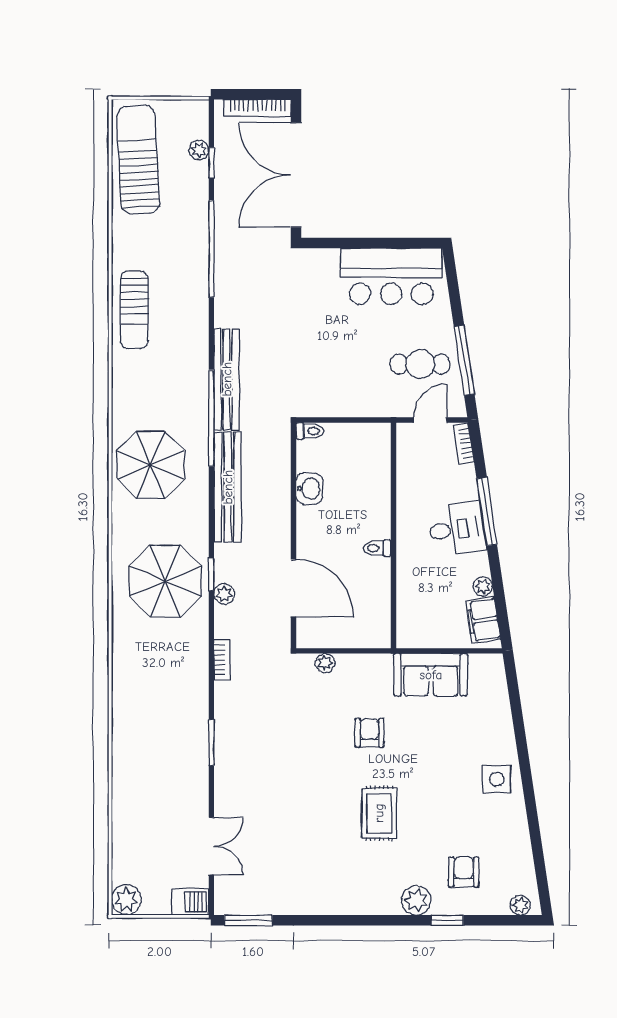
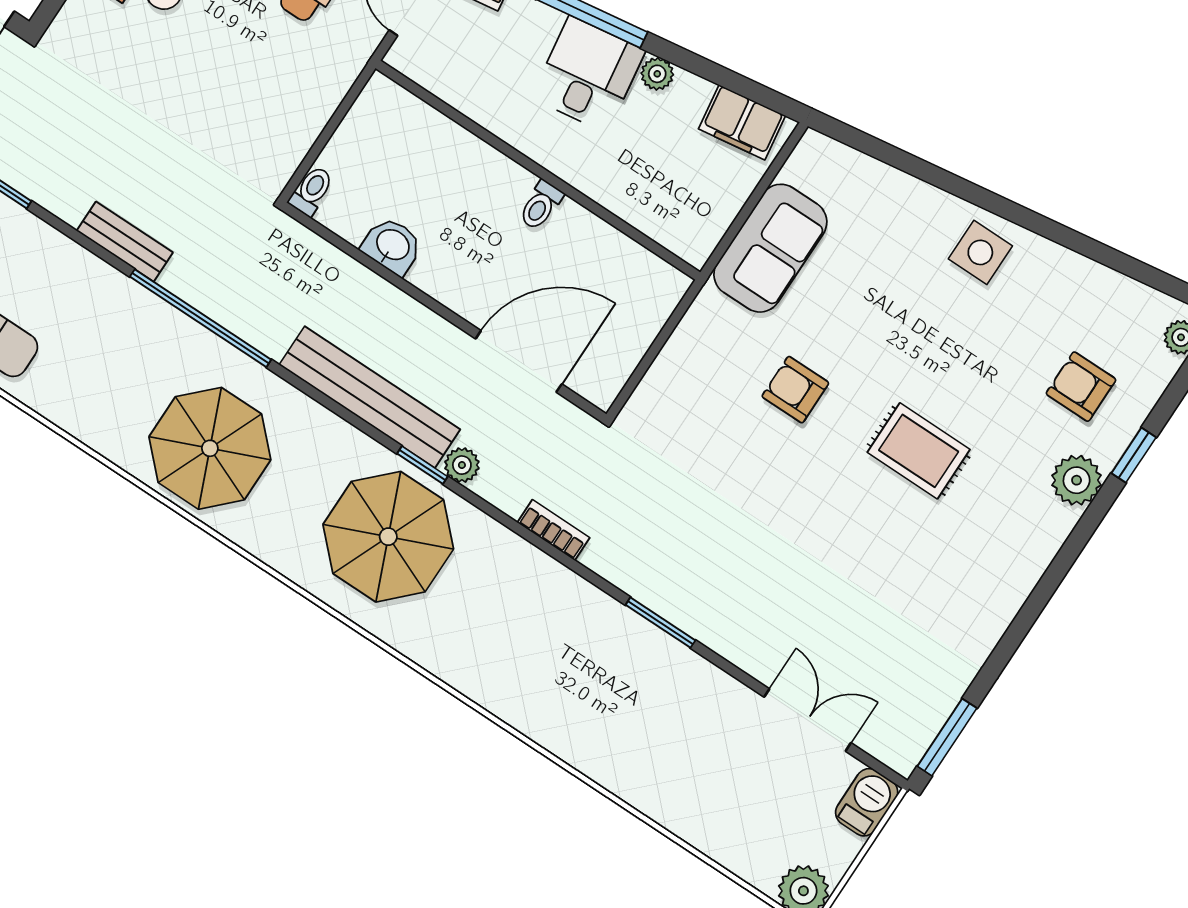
bench: (227, 379) -> (125, 242), width x0.54, depth x0.82
bench: (228, 487) -> (370, 397), moved
plant: (483, 586) -> (657, 74), moved
plant: (325, 663) -> (655, 387), removed

